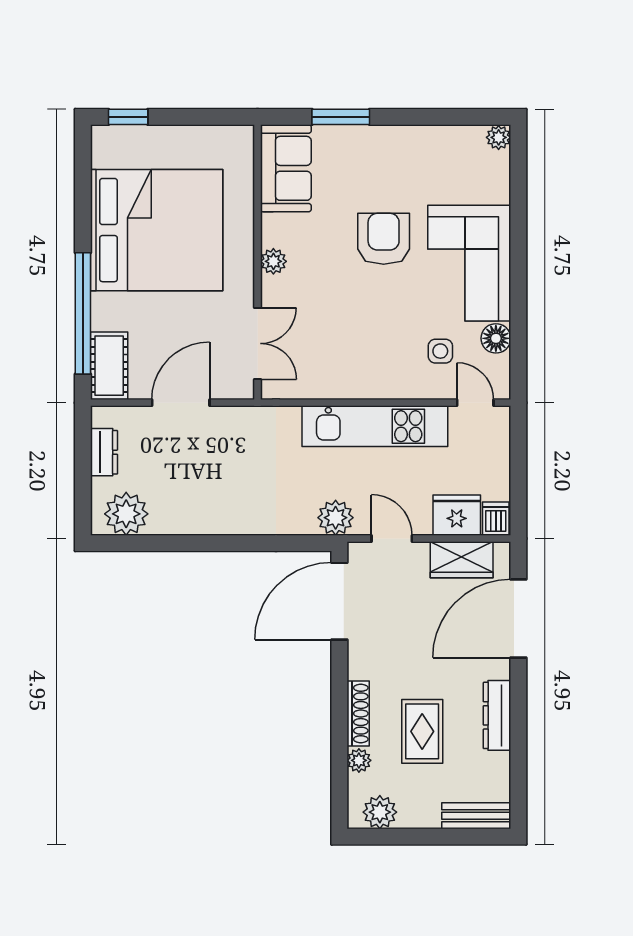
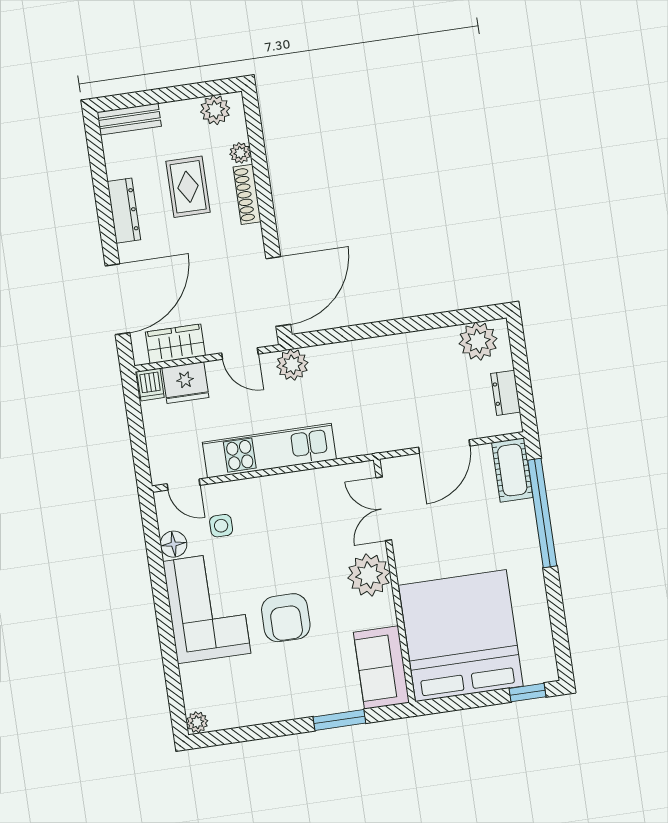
bed: (157, 230) -> (461, 636), moved, turned 90
plant: (273, 261) -> (369, 575), width x1.88, depth x1.88

